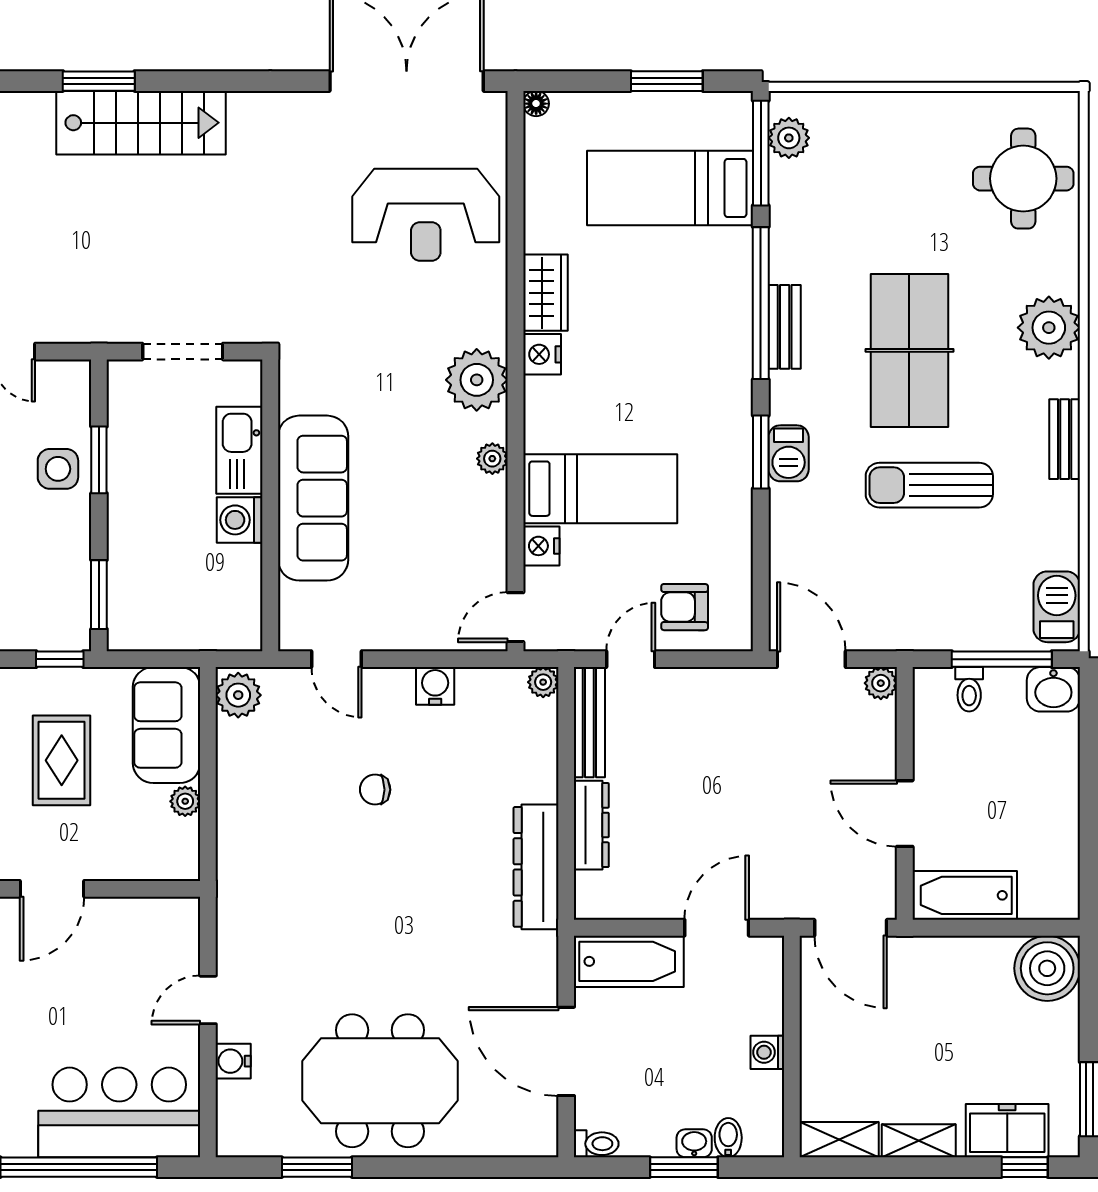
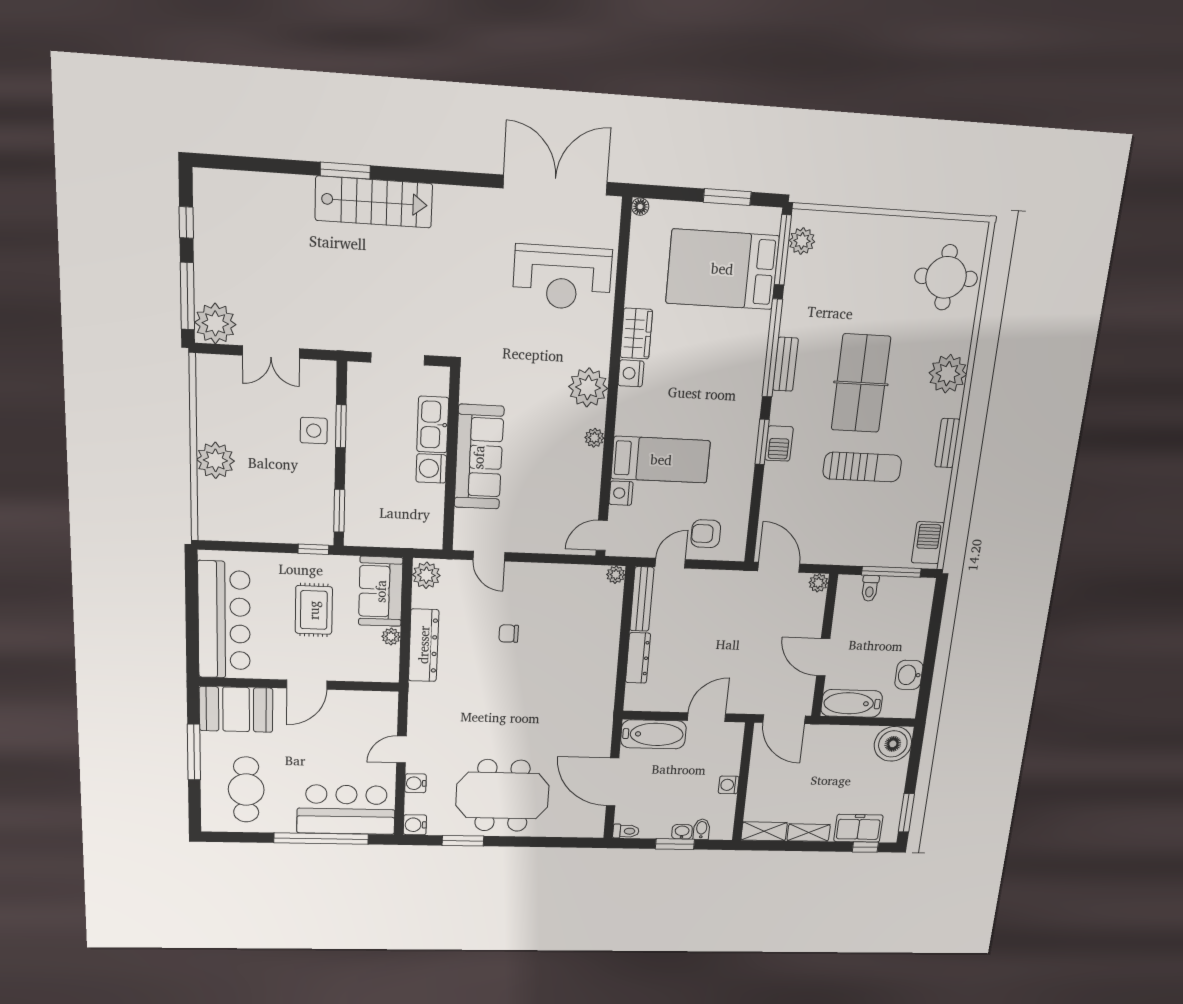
bed: (670, 188) -> (722, 269), width x1.50
sun lounger: (929, 485) -> (862, 467), turned 180
water cooler: (435, 686) -> (415, 825), moved, turned -90
washbasin: (1053, 689) -> (909, 675), moved, turned 90
dresser: (536, 867) -> (424, 645), moved, turned 180

